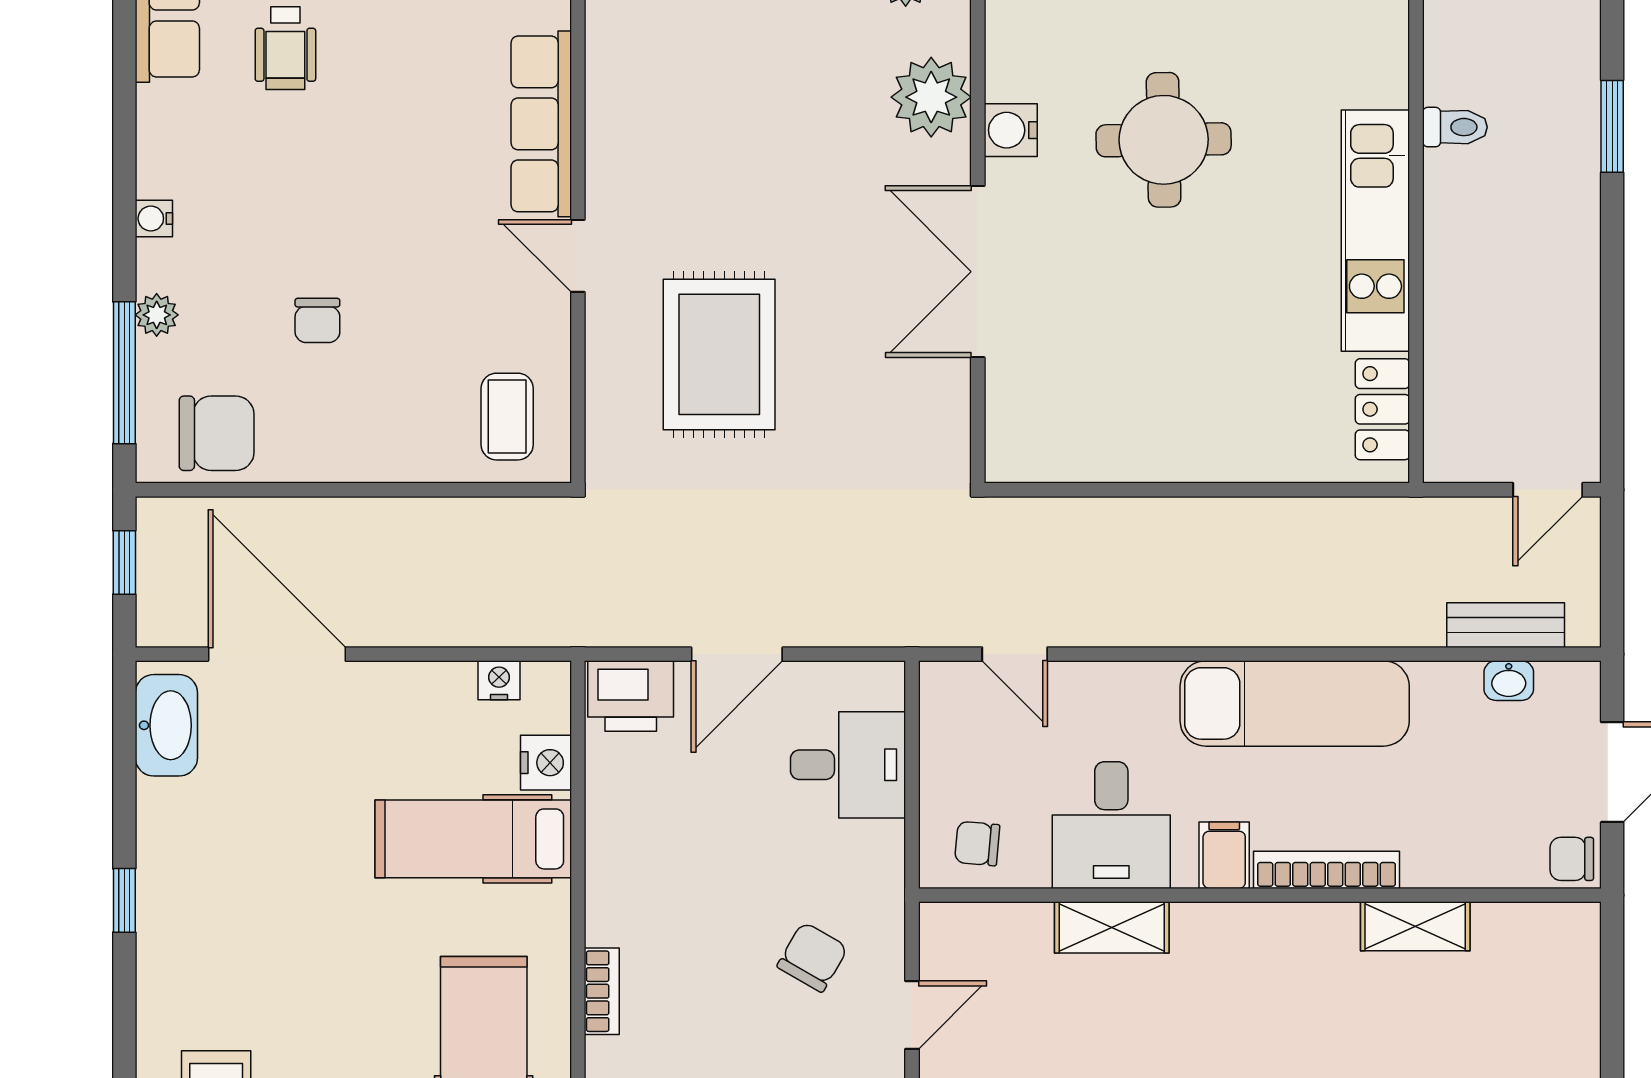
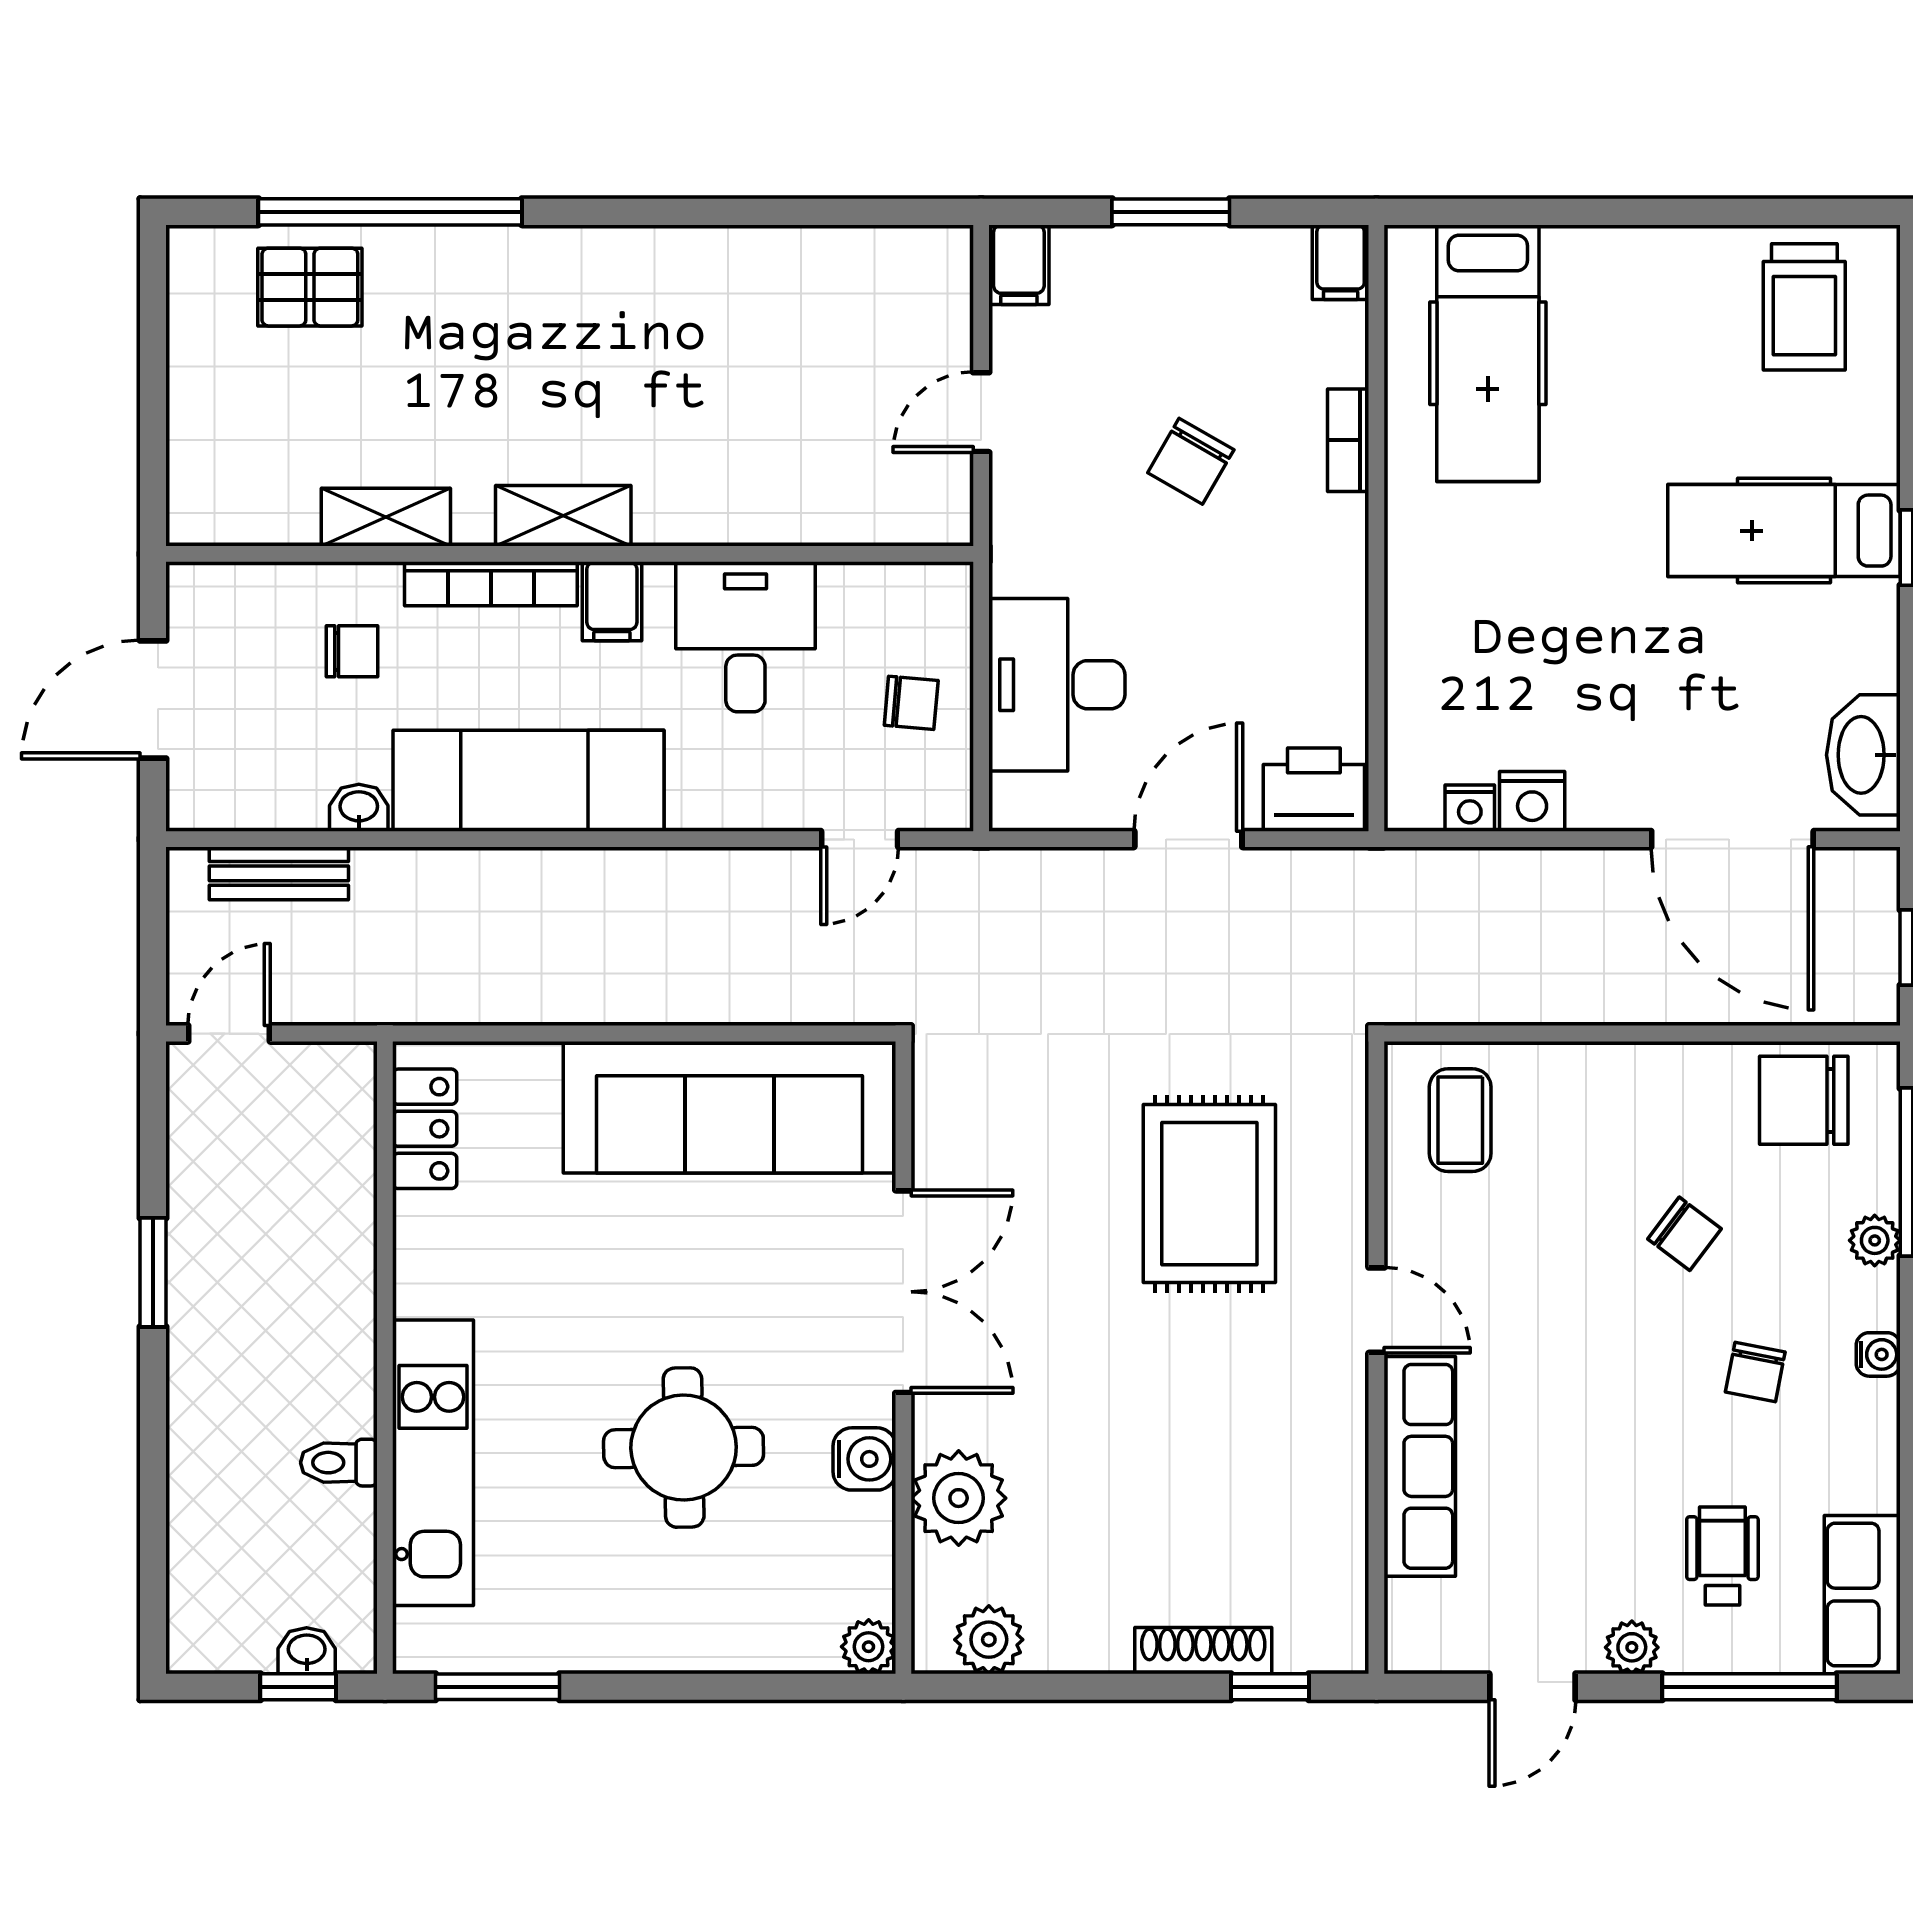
window: (1612, 126) -> (153, 1272), moved
chair: (258, 204) -> (1755, 1372), added
kitchen unit: (1375, 231) -> (433, 1463), moved
chair: (317, 320) -> (1685, 1234), turned 127
sofa: (1125, 427) -> (729, 1107), added
door: (1015, 654) -> (860, 839), swing flipped
washbasin: (1509, 681) -> (359, 808), moved
nightstand: (546, 763) -> (1532, 801), moved, turned -90
desk: (848, 765) -> (1057, 685), width x1.37
hospital bed: (473, 839) -> (1784, 531), moved, turned 180
chair: (977, 844) -> (911, 703), moved
chair: (1572, 859) -> (352, 651), moved
shelving: (1112, 927) -> (563, 516), moved
chair: (812, 957) -> (1191, 461), moved

